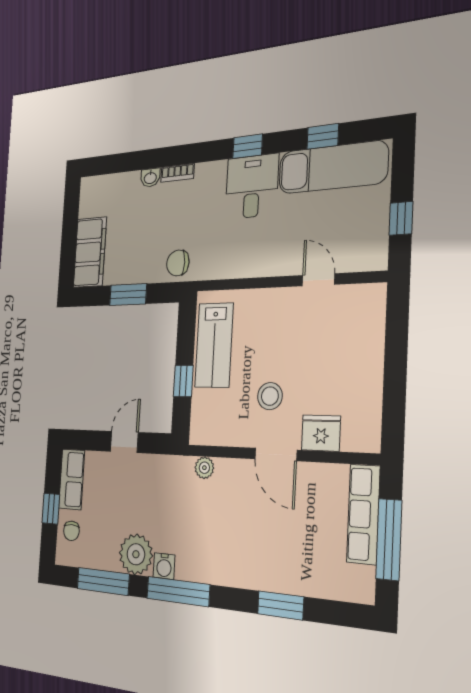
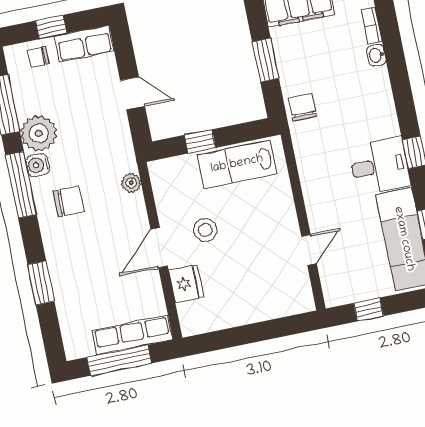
bookcase: (178, 173) -> (372, 25), moved
chair: (206, 544) -> (69, 201), added

